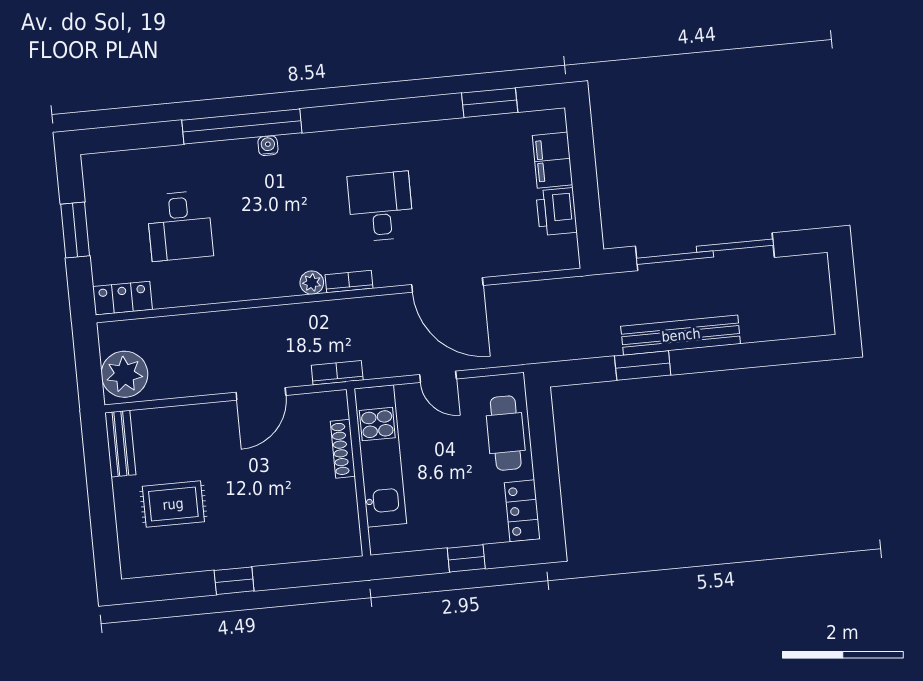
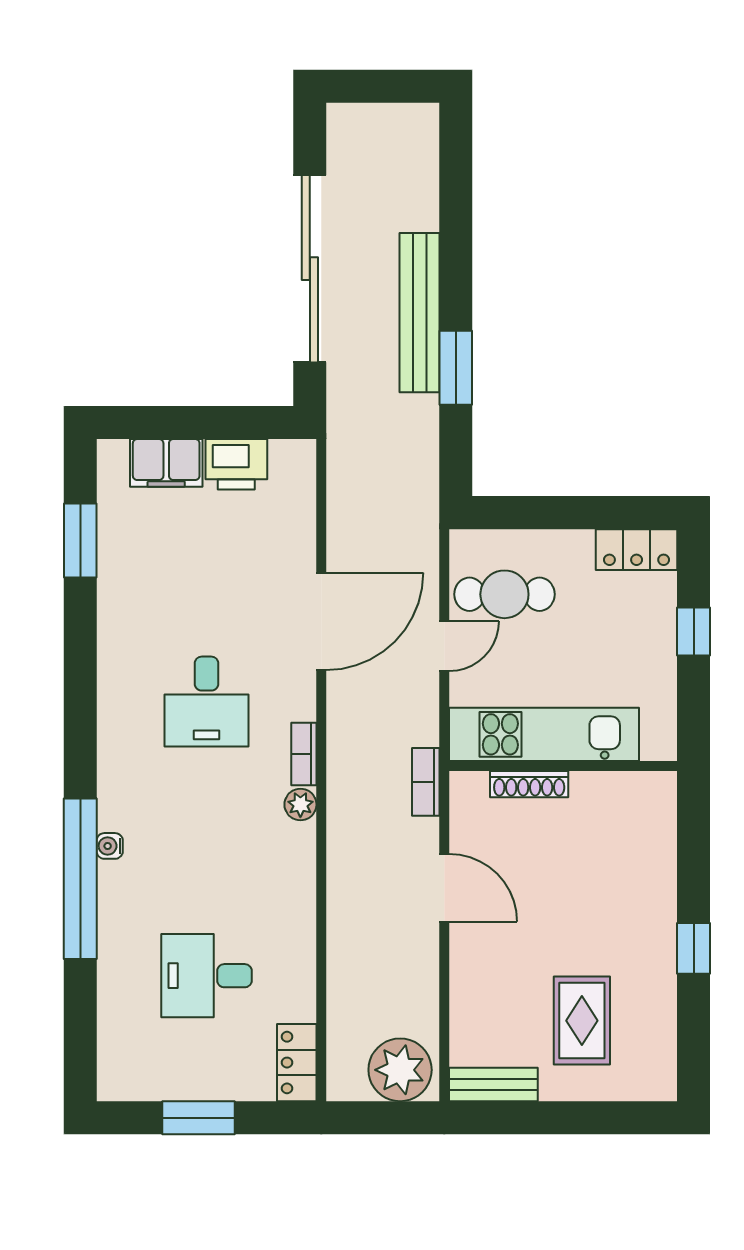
desk: (381, 207) -> (207, 702), turned -90
desk: (180, 226) -> (207, 976), turned 180
cafe table: (506, 433) -> (504, 594), moved

